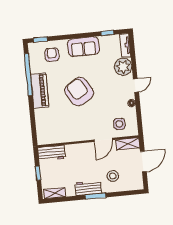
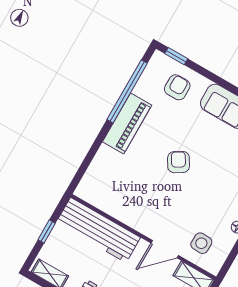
armchair: (79, 92) -> (179, 162), width x0.53, depth x0.53
workbench: (52, 153) -> (98, 230), width x1.88, depth x1.32

